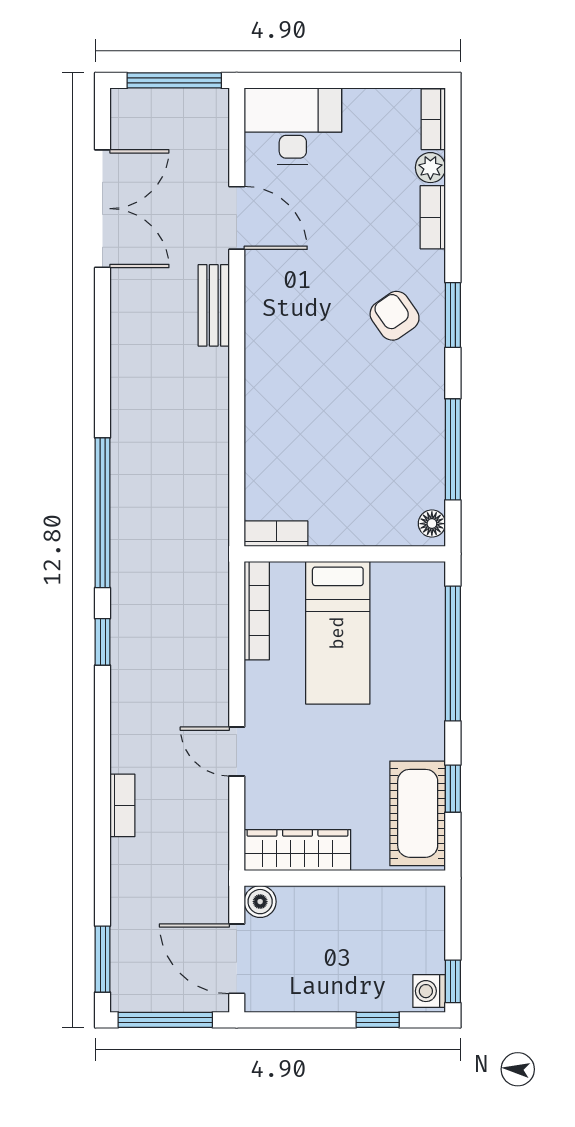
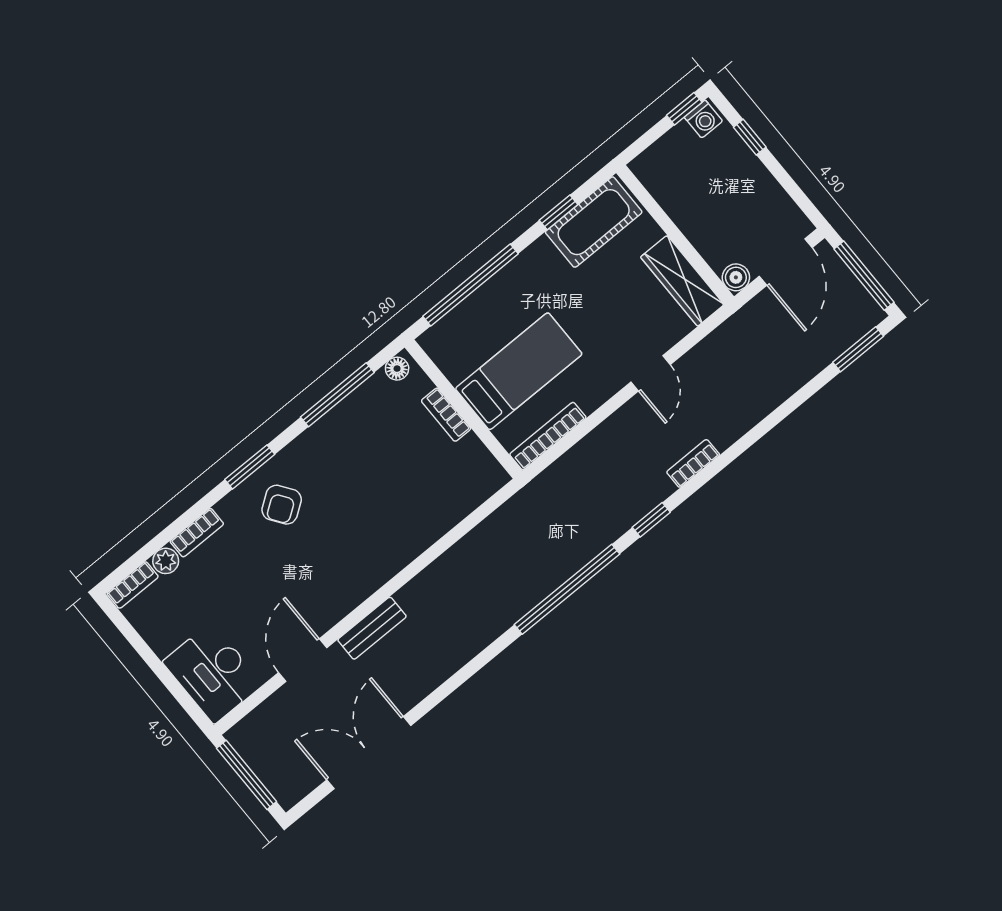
bookcase: (276, 534) -> (446, 415), moved
bookcase: (122, 805) -> (693, 463), moved

